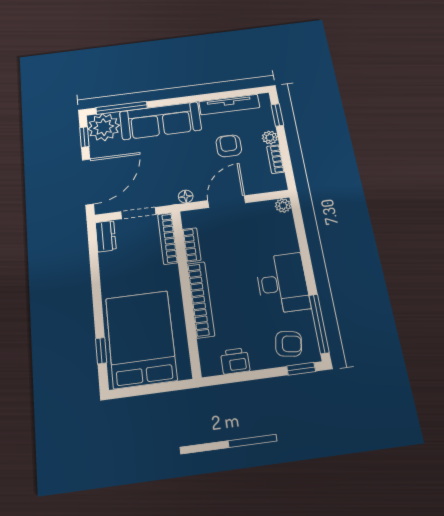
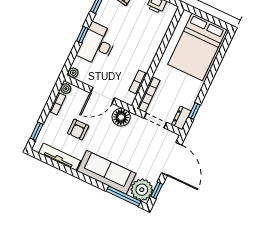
plant: (270, 138) -> (66, 89), moved
door: (88, 182) -> (172, 159), swing flipped
floor lamp: (186, 197) -> (121, 117), width x1.89, depth x1.89
window: (306, 258) -> (82, 35), added
desk: (282, 283) -> (97, 44), moved
bookcase: (201, 299) -> (153, 48), removed
window: (101, 351) -> (194, 111), moved

